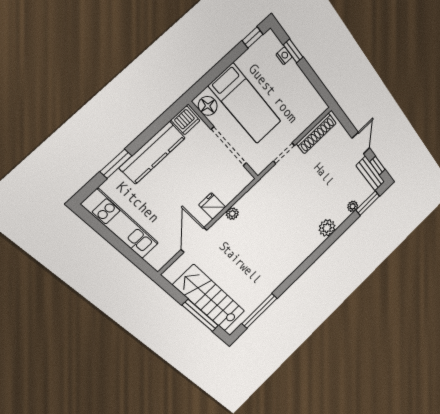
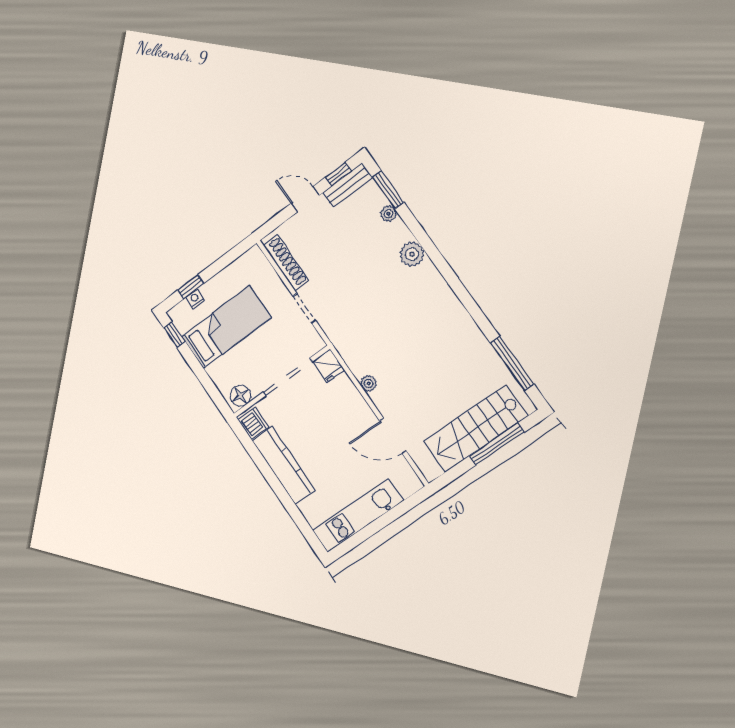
bed: (245, 104) -> (226, 327), moved
window: (116, 164) -> (290, 506), removed
fridge: (212, 206) -> (329, 366), moved, turned -90

